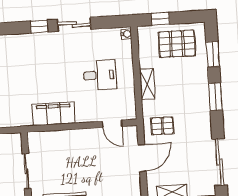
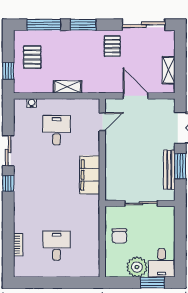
water cooler: (126, 34) -> (32, 103), moved
pallet: (177, 44) -> (32, 57), width x0.67, depth x0.71
window: (213, 54) -> (44, 25), width x1.44
pallet: (162, 126) -> (112, 46), moved

